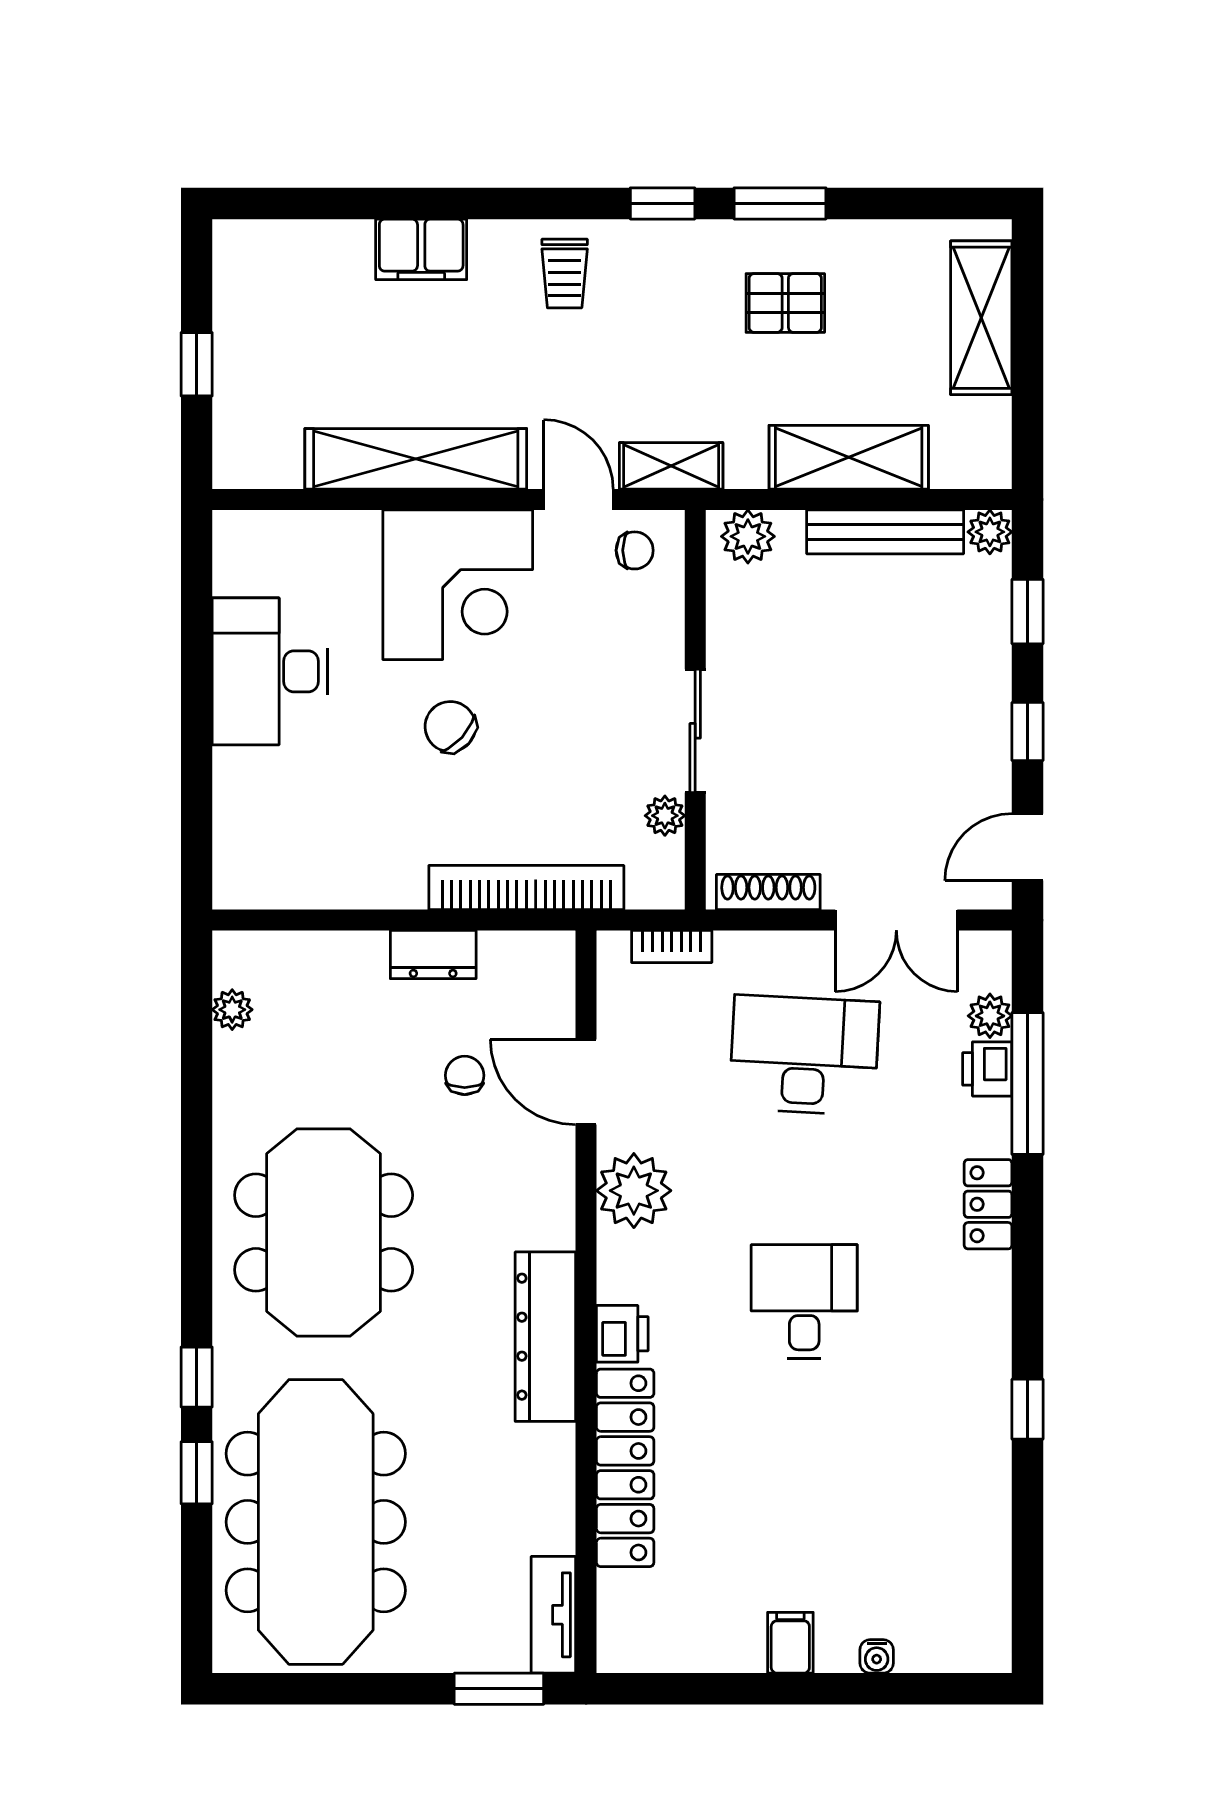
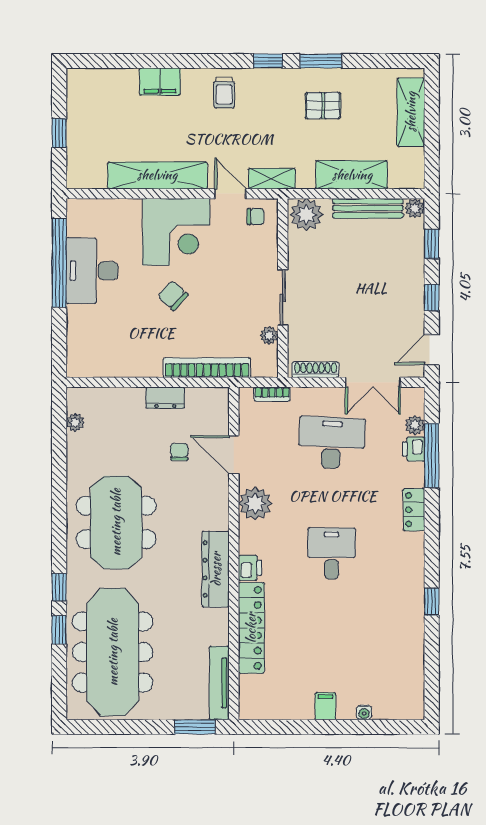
plant: (748, 536) -> (306, 215), width x1.36, depth x1.36
window: (197, 653) -> (59, 263), added
tv unit: (553, 1615) -> (219, 683), width x1.41

